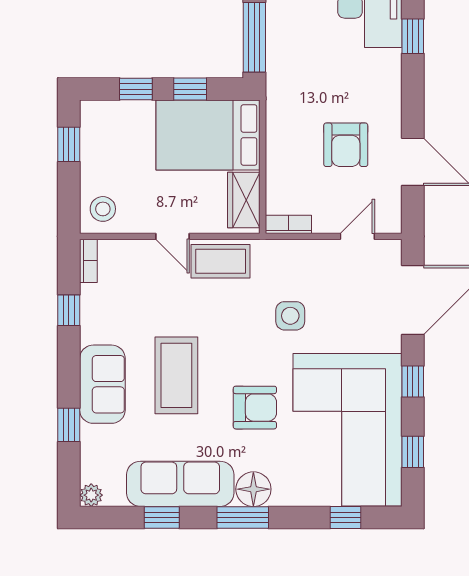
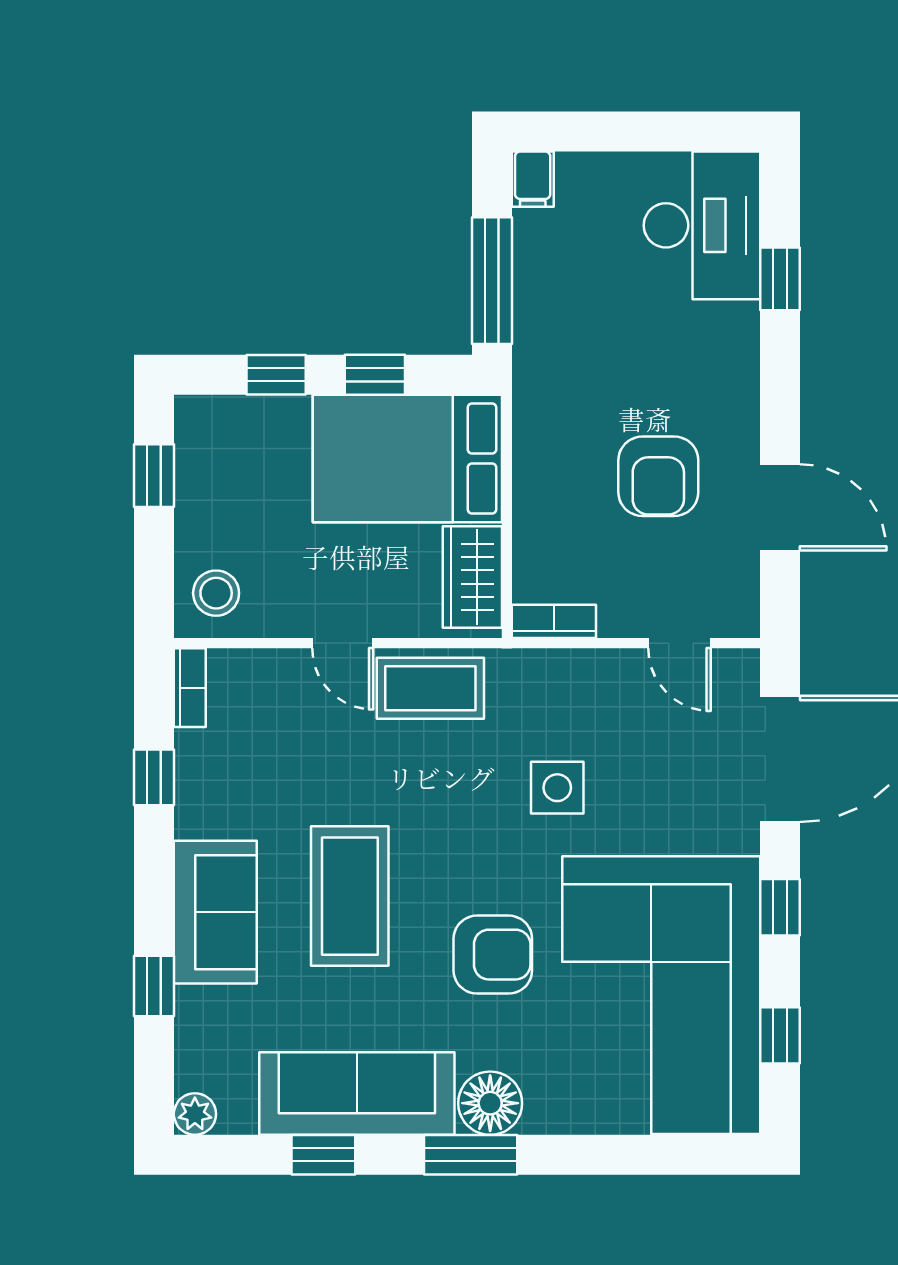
door: (357, 236) -> (679, 643), swing flipped
window: (346, 518) -> (658, 1155), removed

